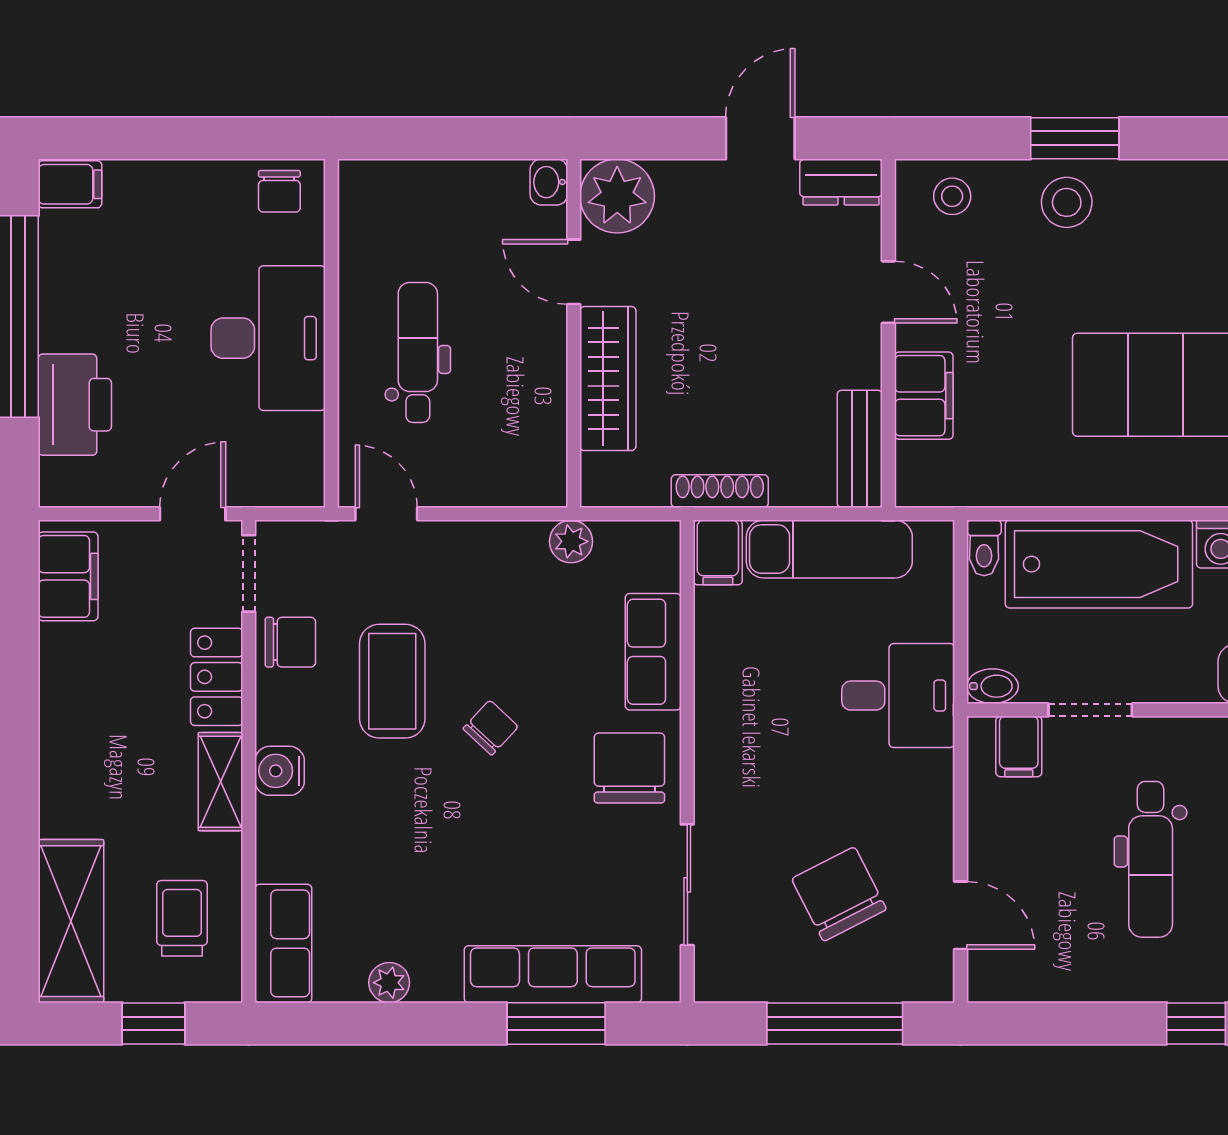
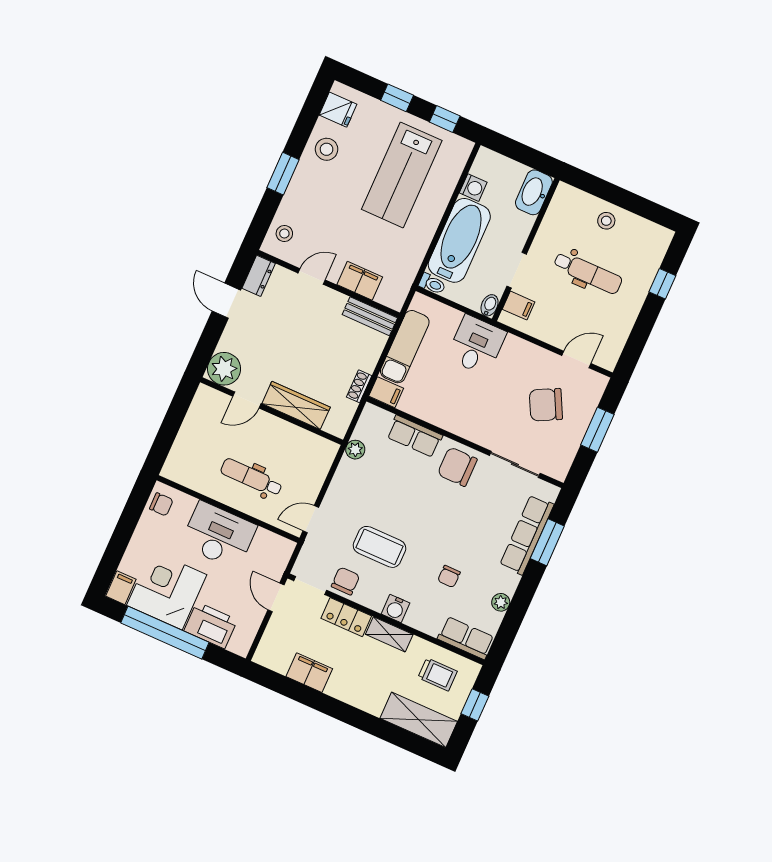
washbasin: (549, 182) -> (206, 394), removed
stool: (1067, 202) -> (327, 149), moved
corner desk: (107, 281) -> (167, 590), added
shoe rack: (720, 491) -> (359, 386), width x0.70
filing cabinet: (68, 576) -> (309, 673), moved
chair: (491, 728) -> (449, 576), moved, turned -133
trolley: (182, 918) -> (437, 674), turned 180
window: (835, 1023) -> (597, 430), width x0.69

